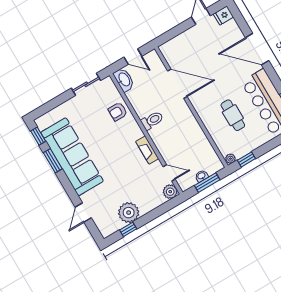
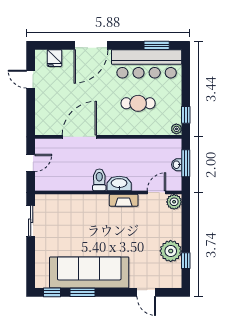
fridge: (223, 15) -> (55, 58), moved
washbasin: (124, 80) -> (119, 183), moved
armchair: (118, 112) -> (73, 206), removed

